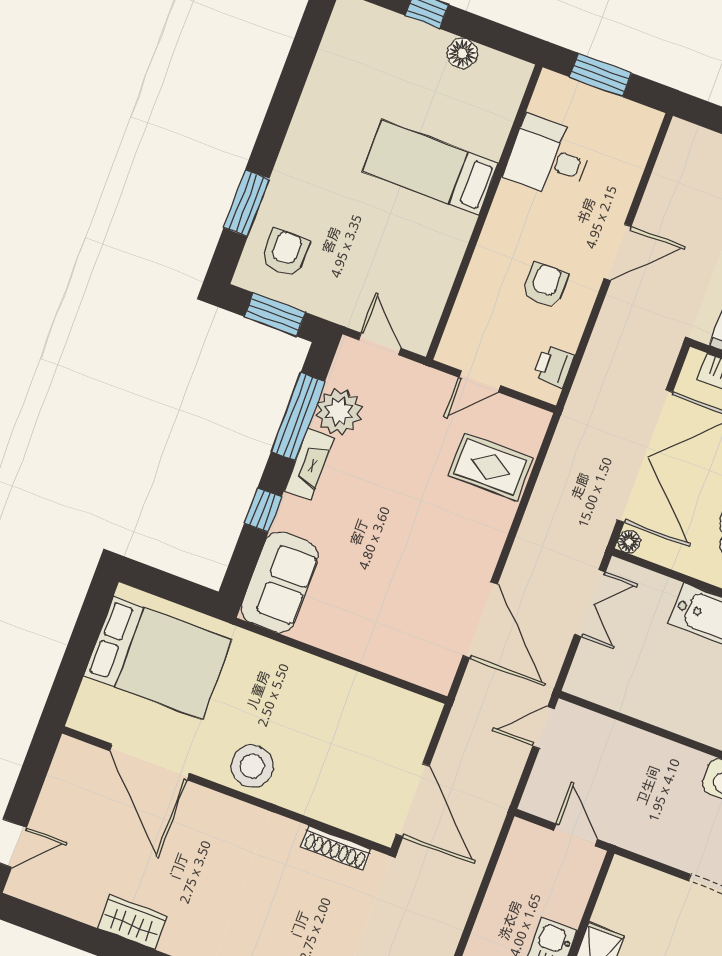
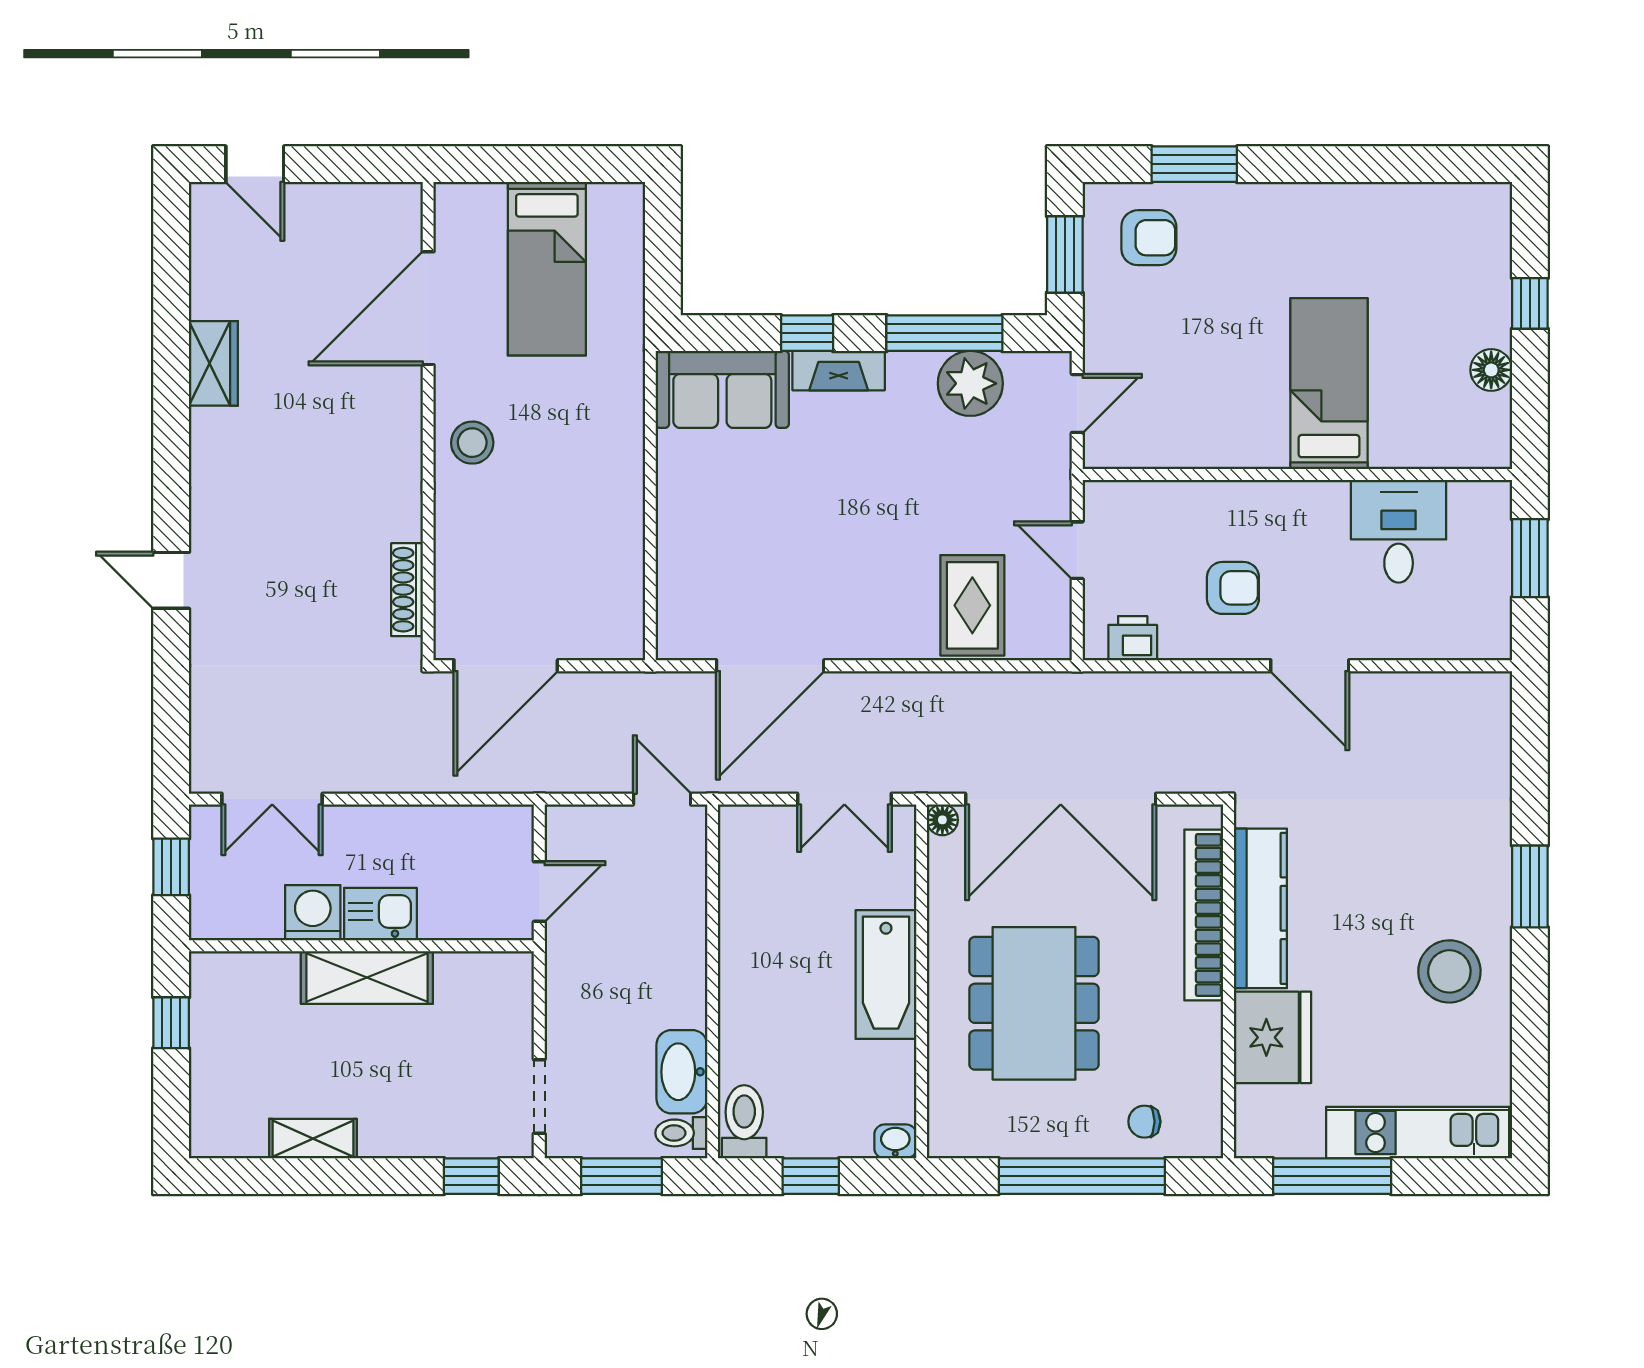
fireplace: (309, 464) -> (839, 371), moved
bed: (158, 658) -> (547, 269), width x0.67
stool: (252, 766) -> (472, 443), width x0.73, depth x0.73

